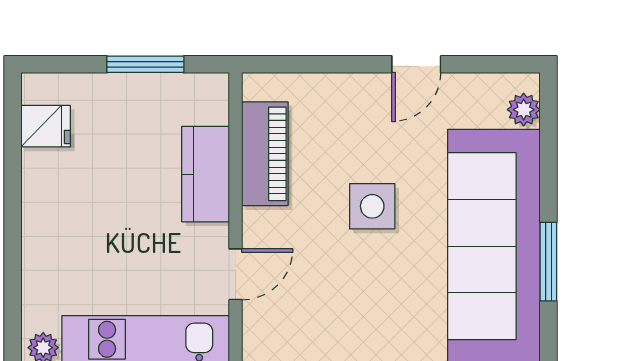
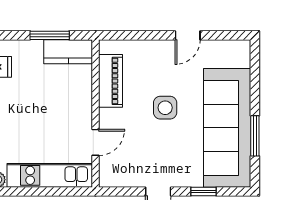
plant: (524, 110) -> (242, 58), removed
kitchen counter: (206, 174) -> (68, 52), moved, turned -90

